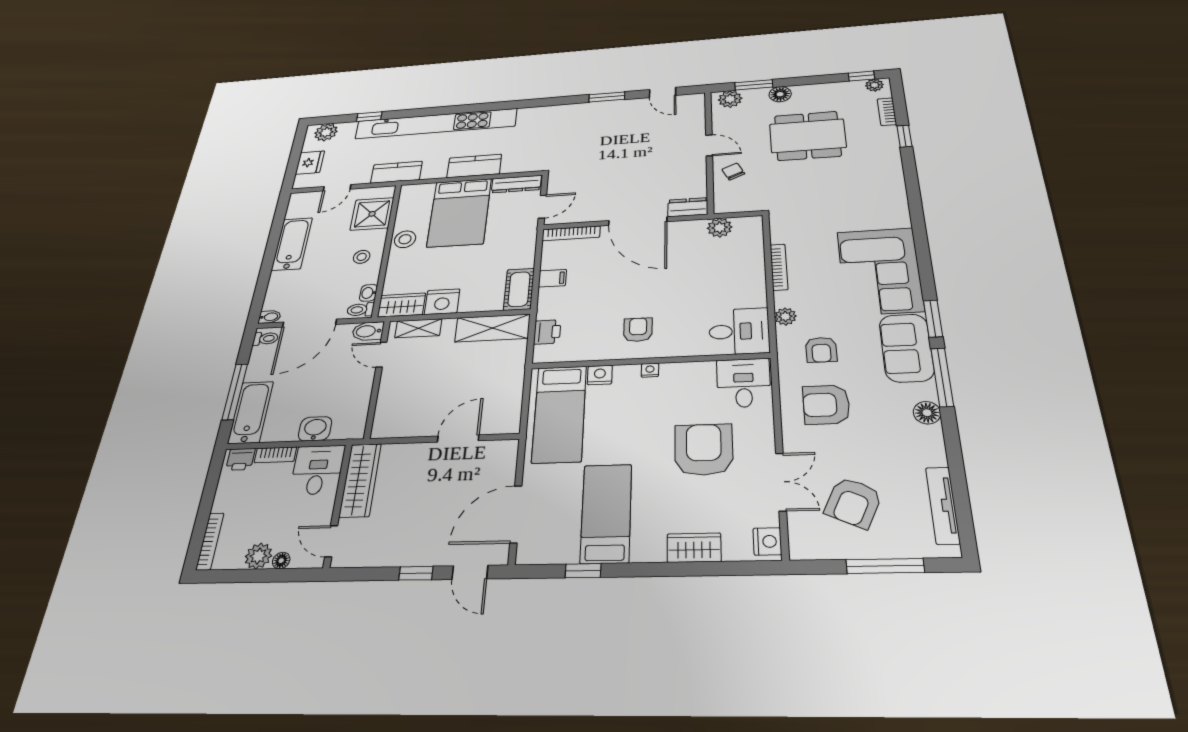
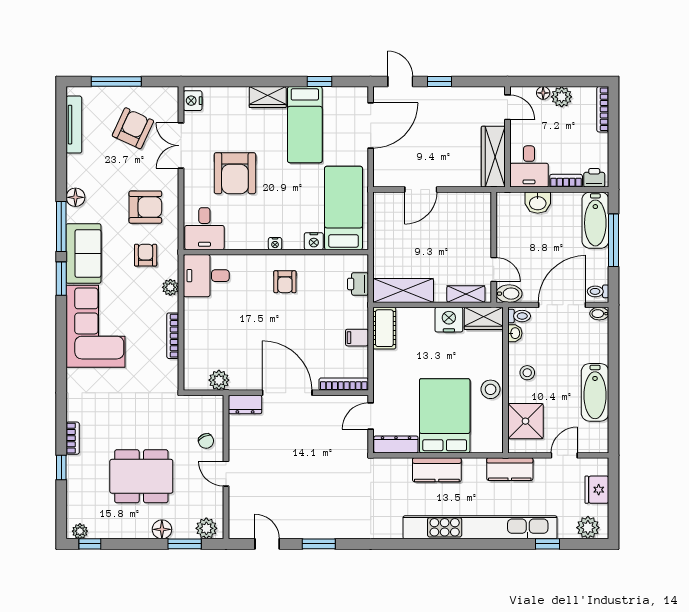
bookcase: (887, 112) -> (73, 438), moved
wardrobe: (694, 548) -> (268, 97), moved

